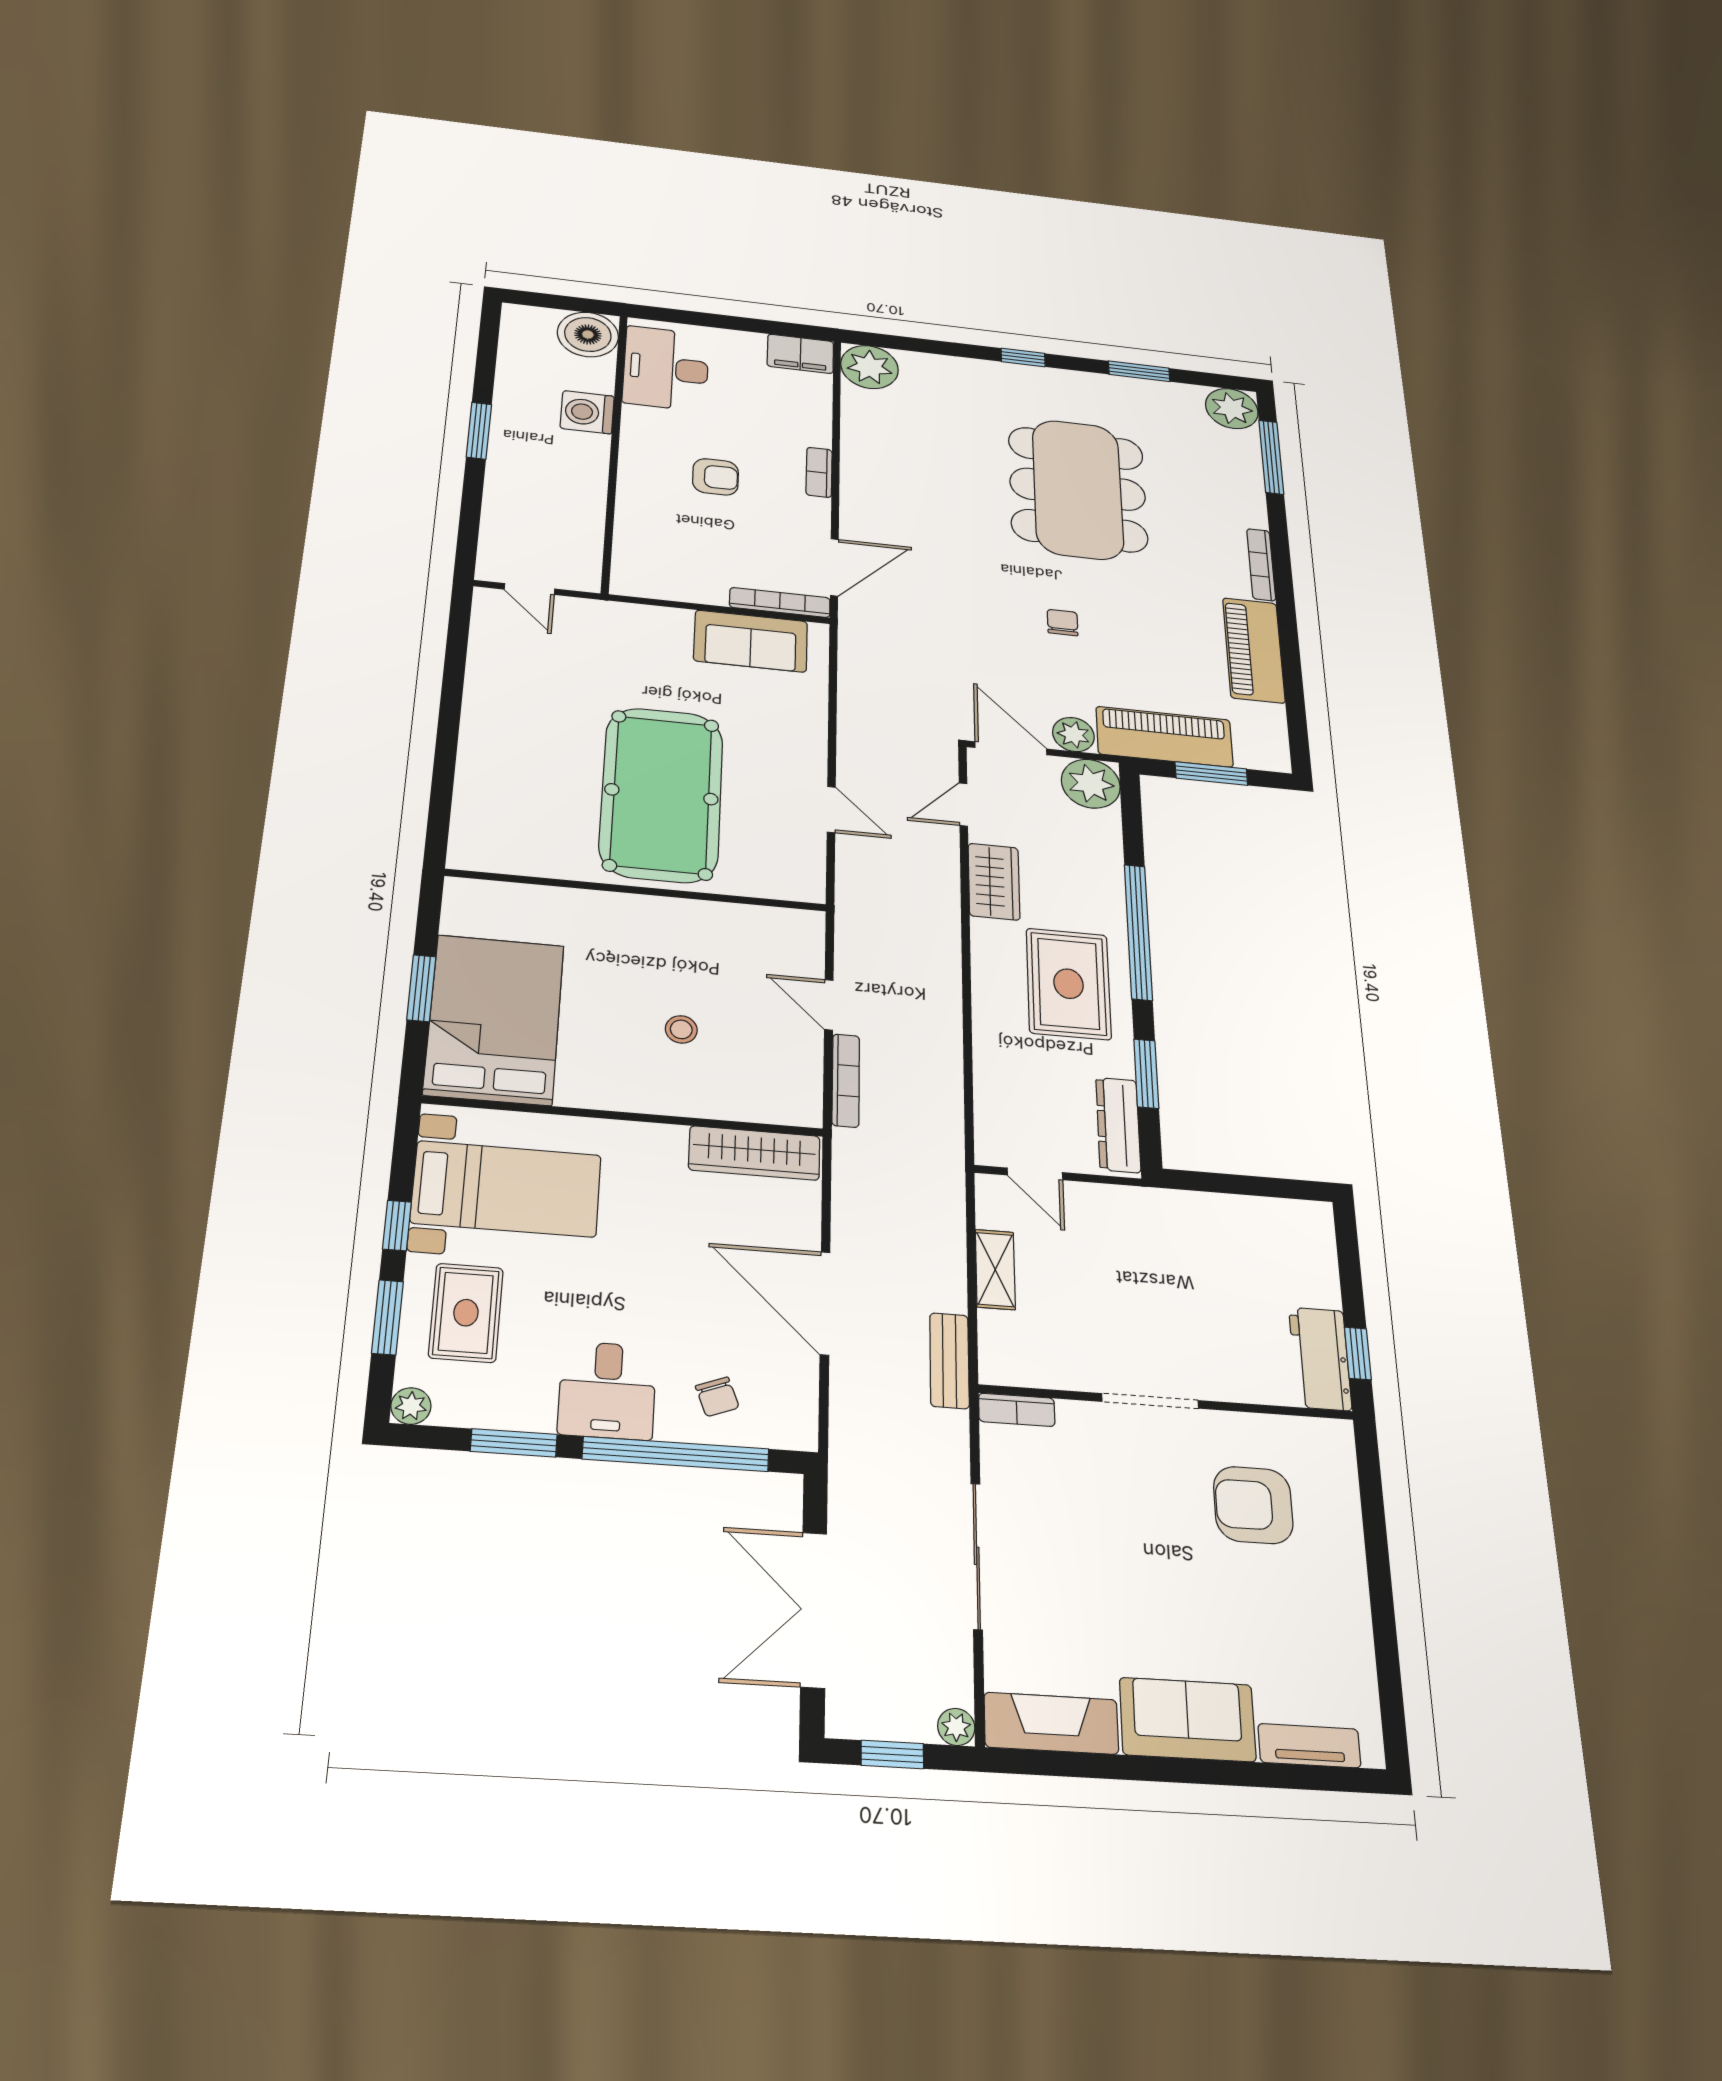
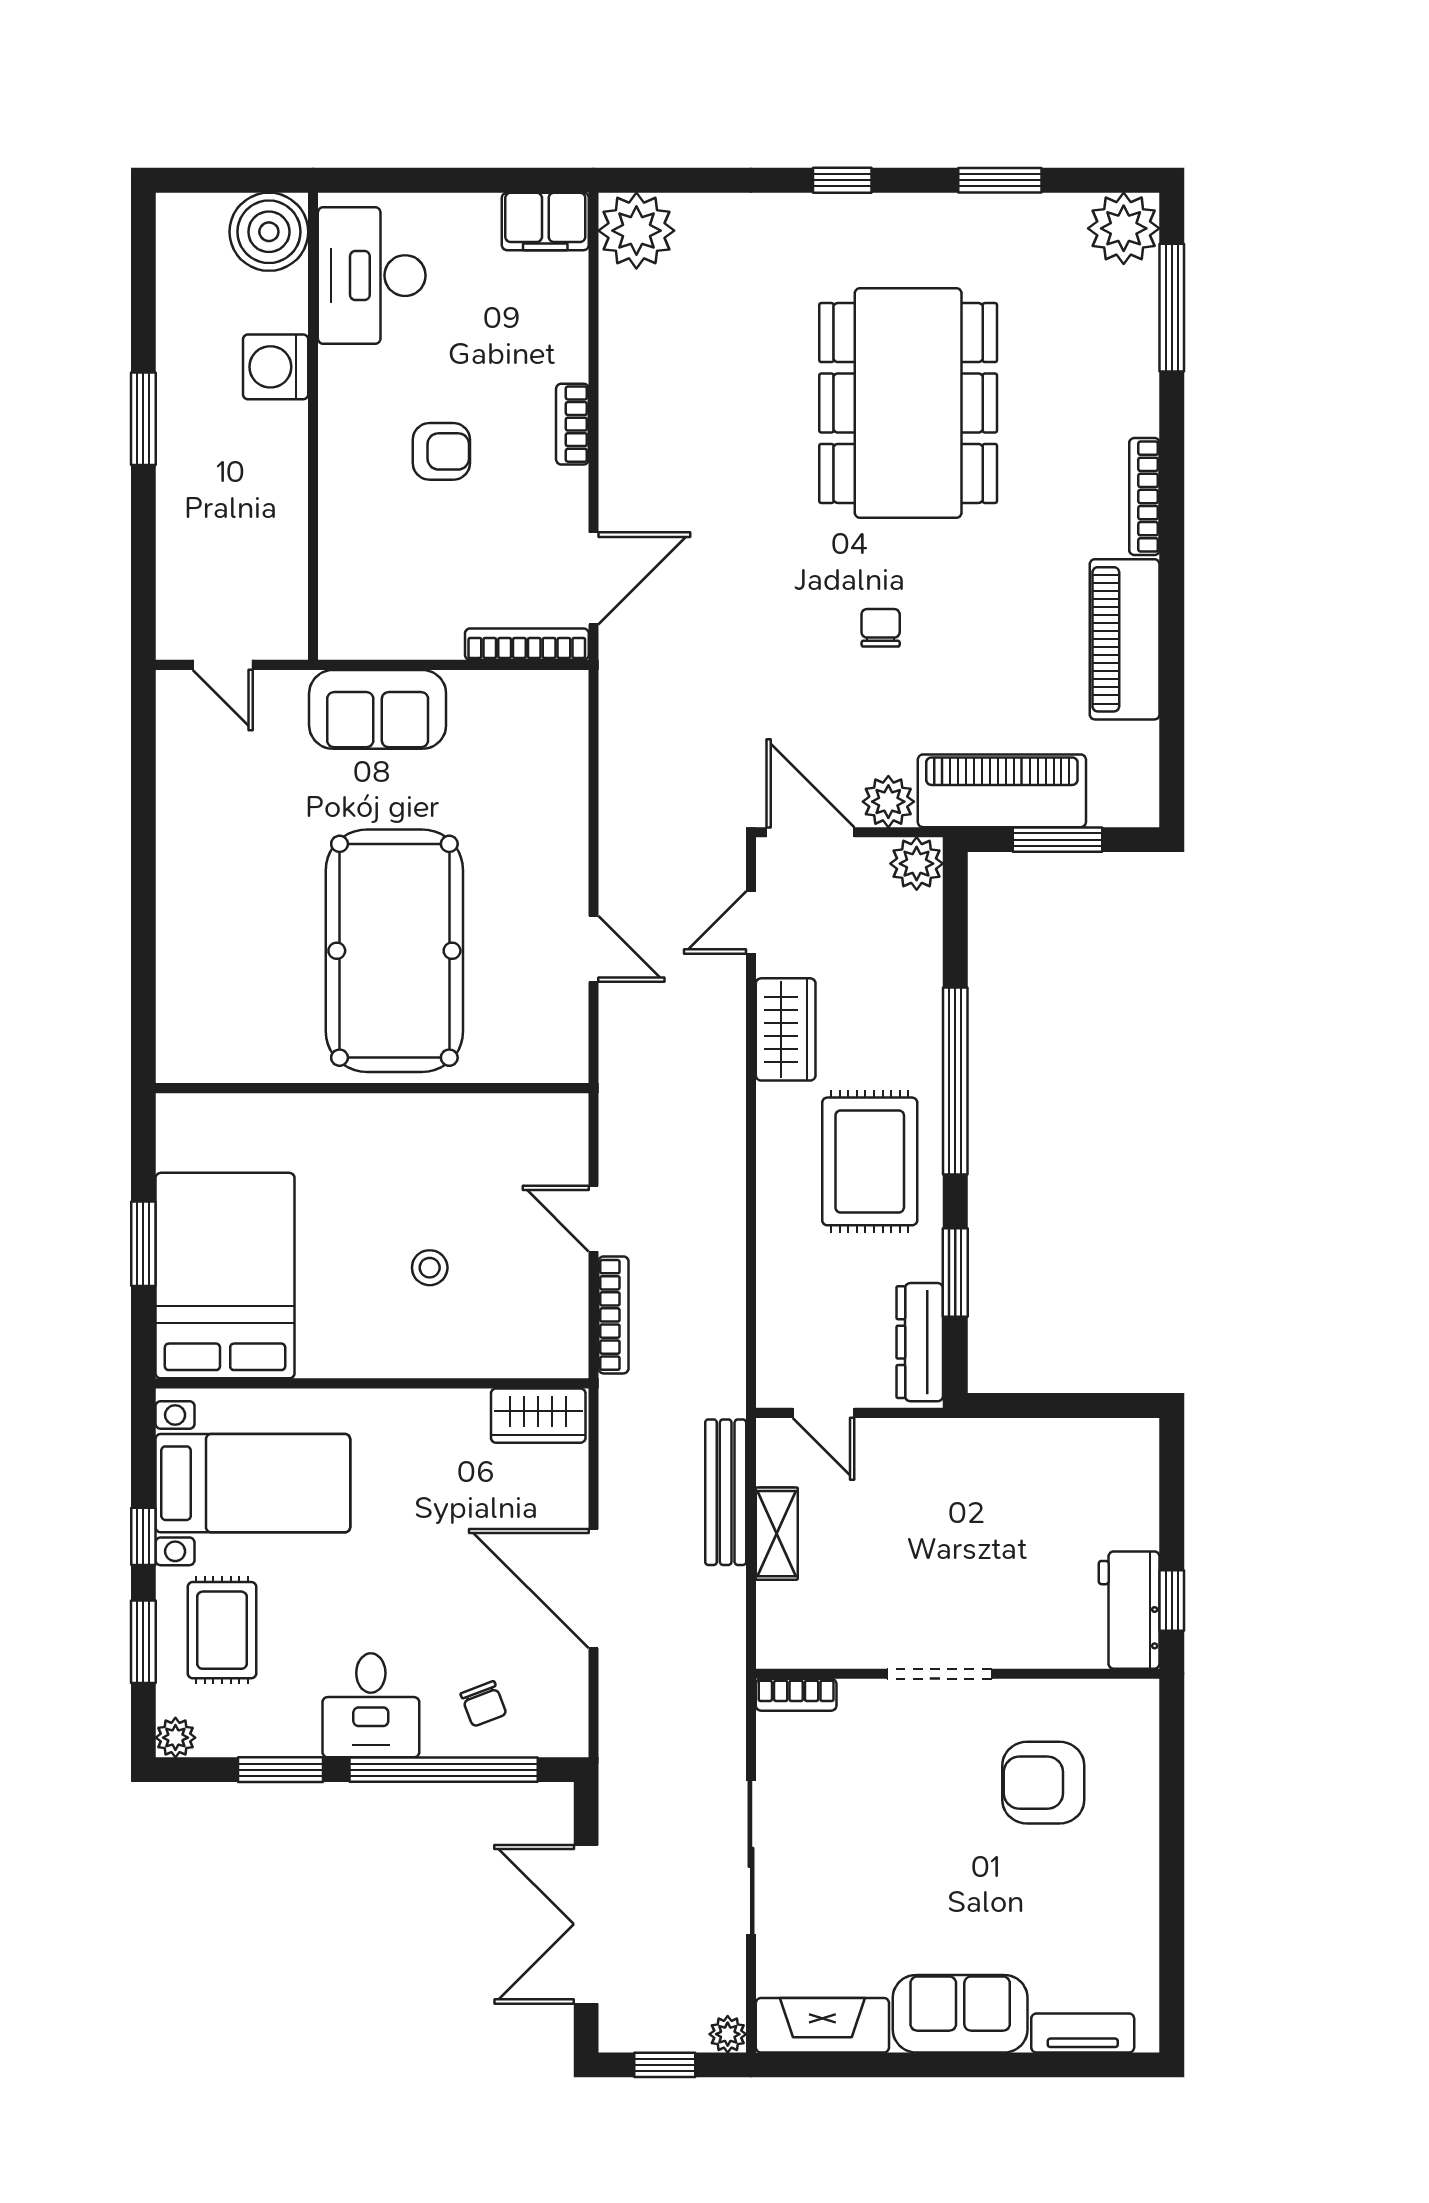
sofa: (751, 641) -> (378, 709), moved
plant: (1091, 784) -> (917, 864), width x0.73, depth x0.73
wardrobe: (754, 1153) -> (538, 1416), width x0.67
bench: (949, 1361) -> (726, 1492), moved, width x1.36

